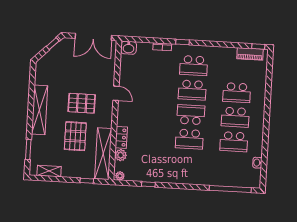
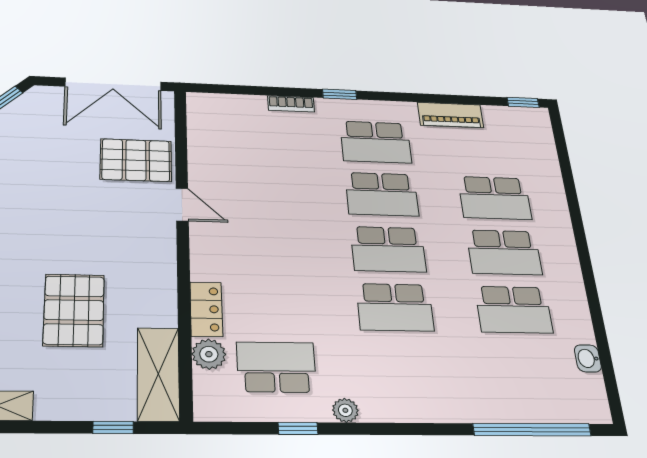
washbasin: (129, 48) -> (206, 106), removed
piano: (250, 54) -> (451, 115), moved
pallet: (82, 103) -> (136, 160), moved
school desk: (191, 115) -> (388, 249), turned 180
shelving: (103, 154) -> (158, 374), width x0.68
school desk: (144, 161) -> (276, 367), added
plant: (120, 176) -> (345, 410), moved

